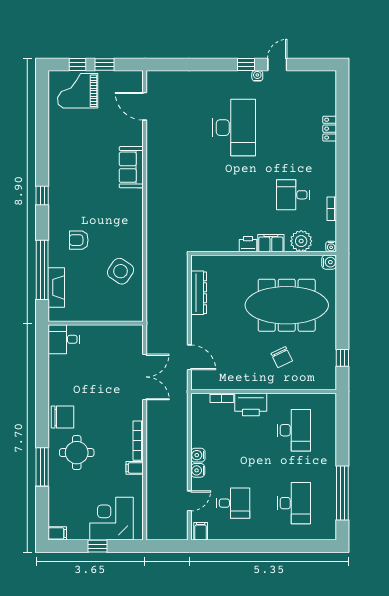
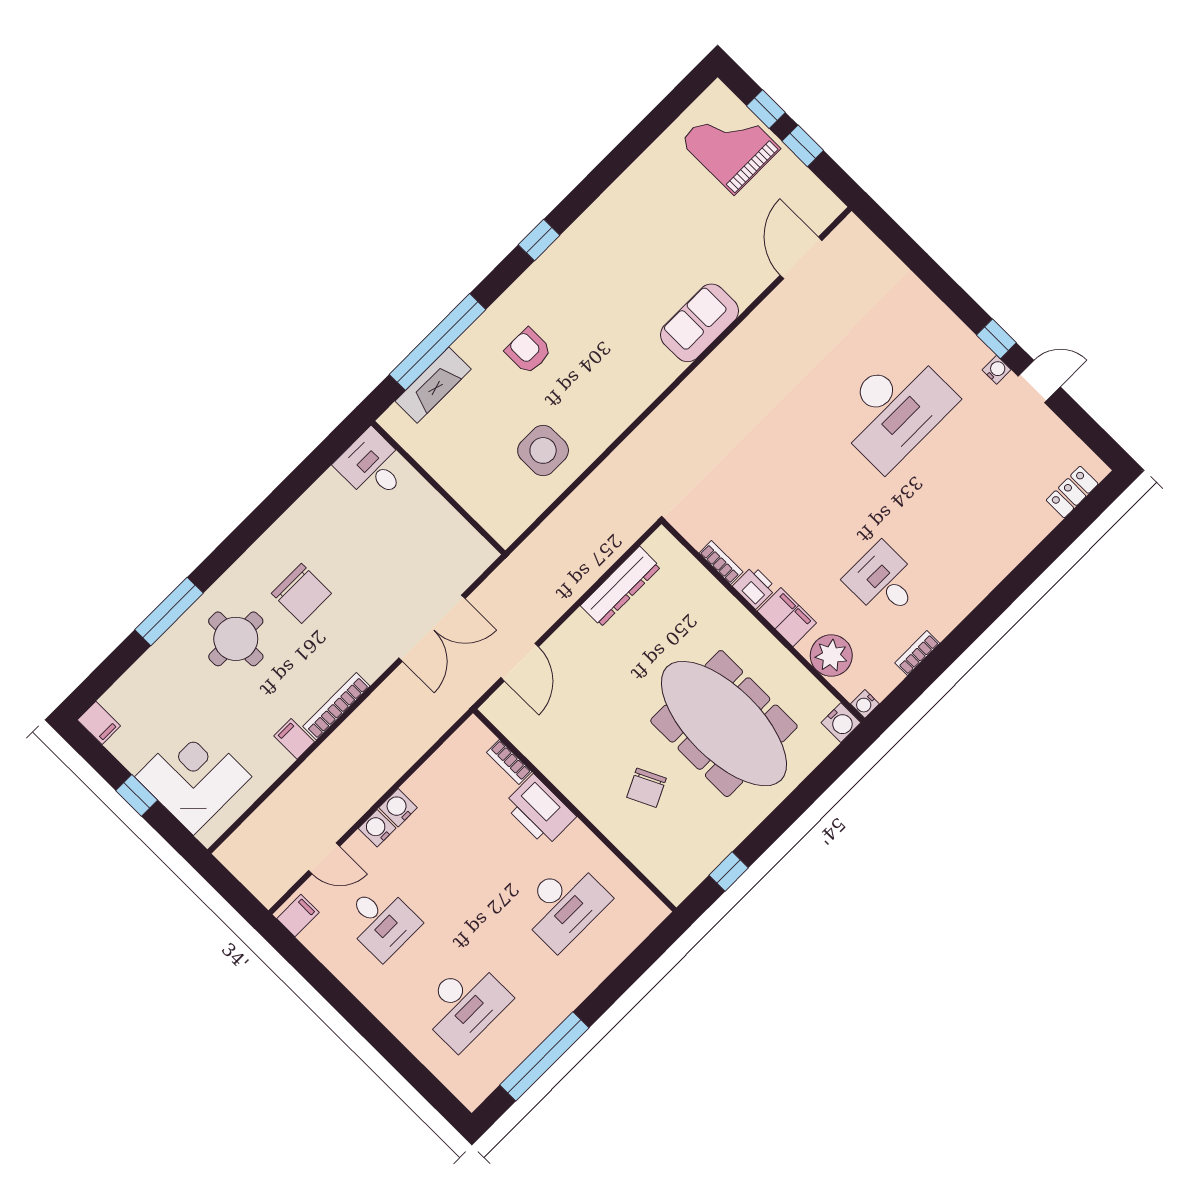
locker: (330, 129) -> (1072, 492), moved
bookcase: (227, 247) -> (721, 562), added
side table: (121, 271) -> (543, 450), turned -34
chair: (62, 417) -> (301, 593), moved

